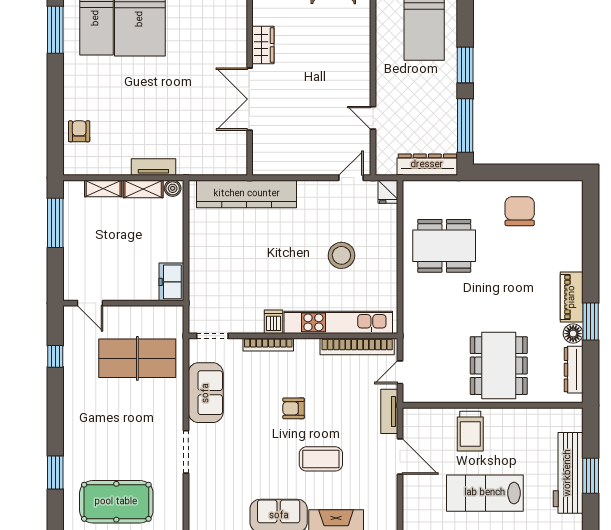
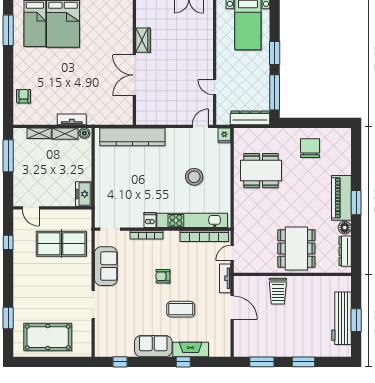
piano: (572, 297) -> (341, 198), width x1.37, depth x1.33
window: (591, 322) -> (356, 203), moved
lab bench: (485, 493) -> (287, 331), removed

